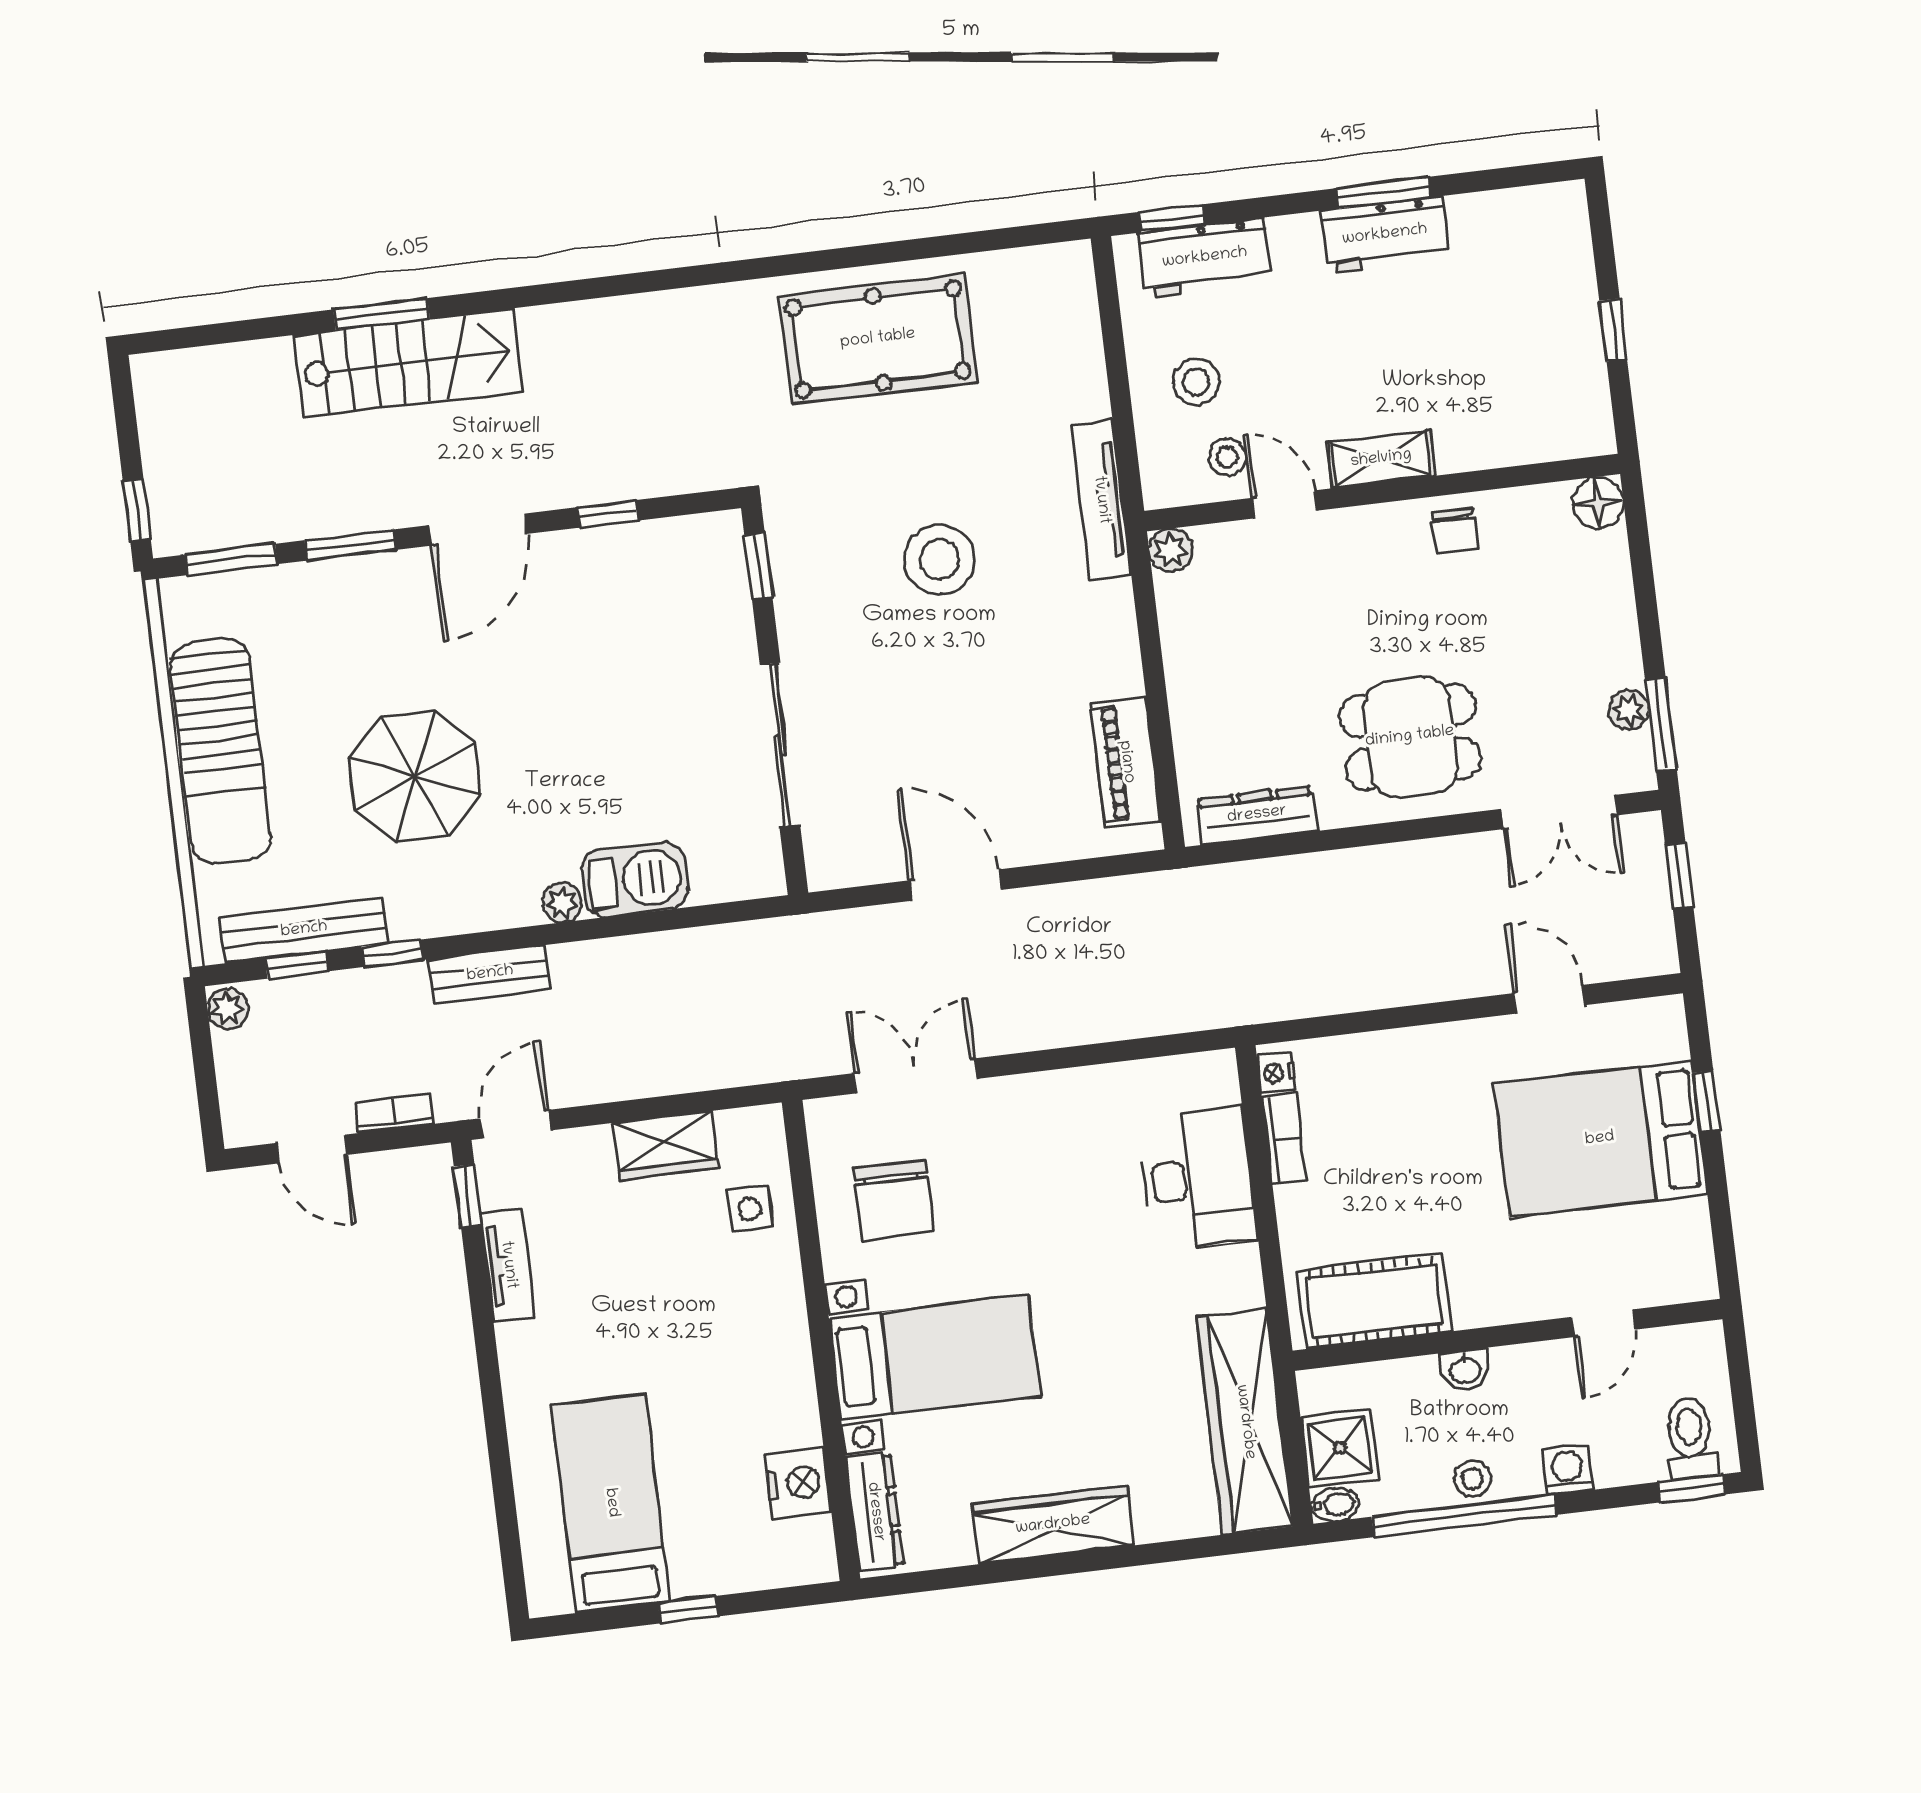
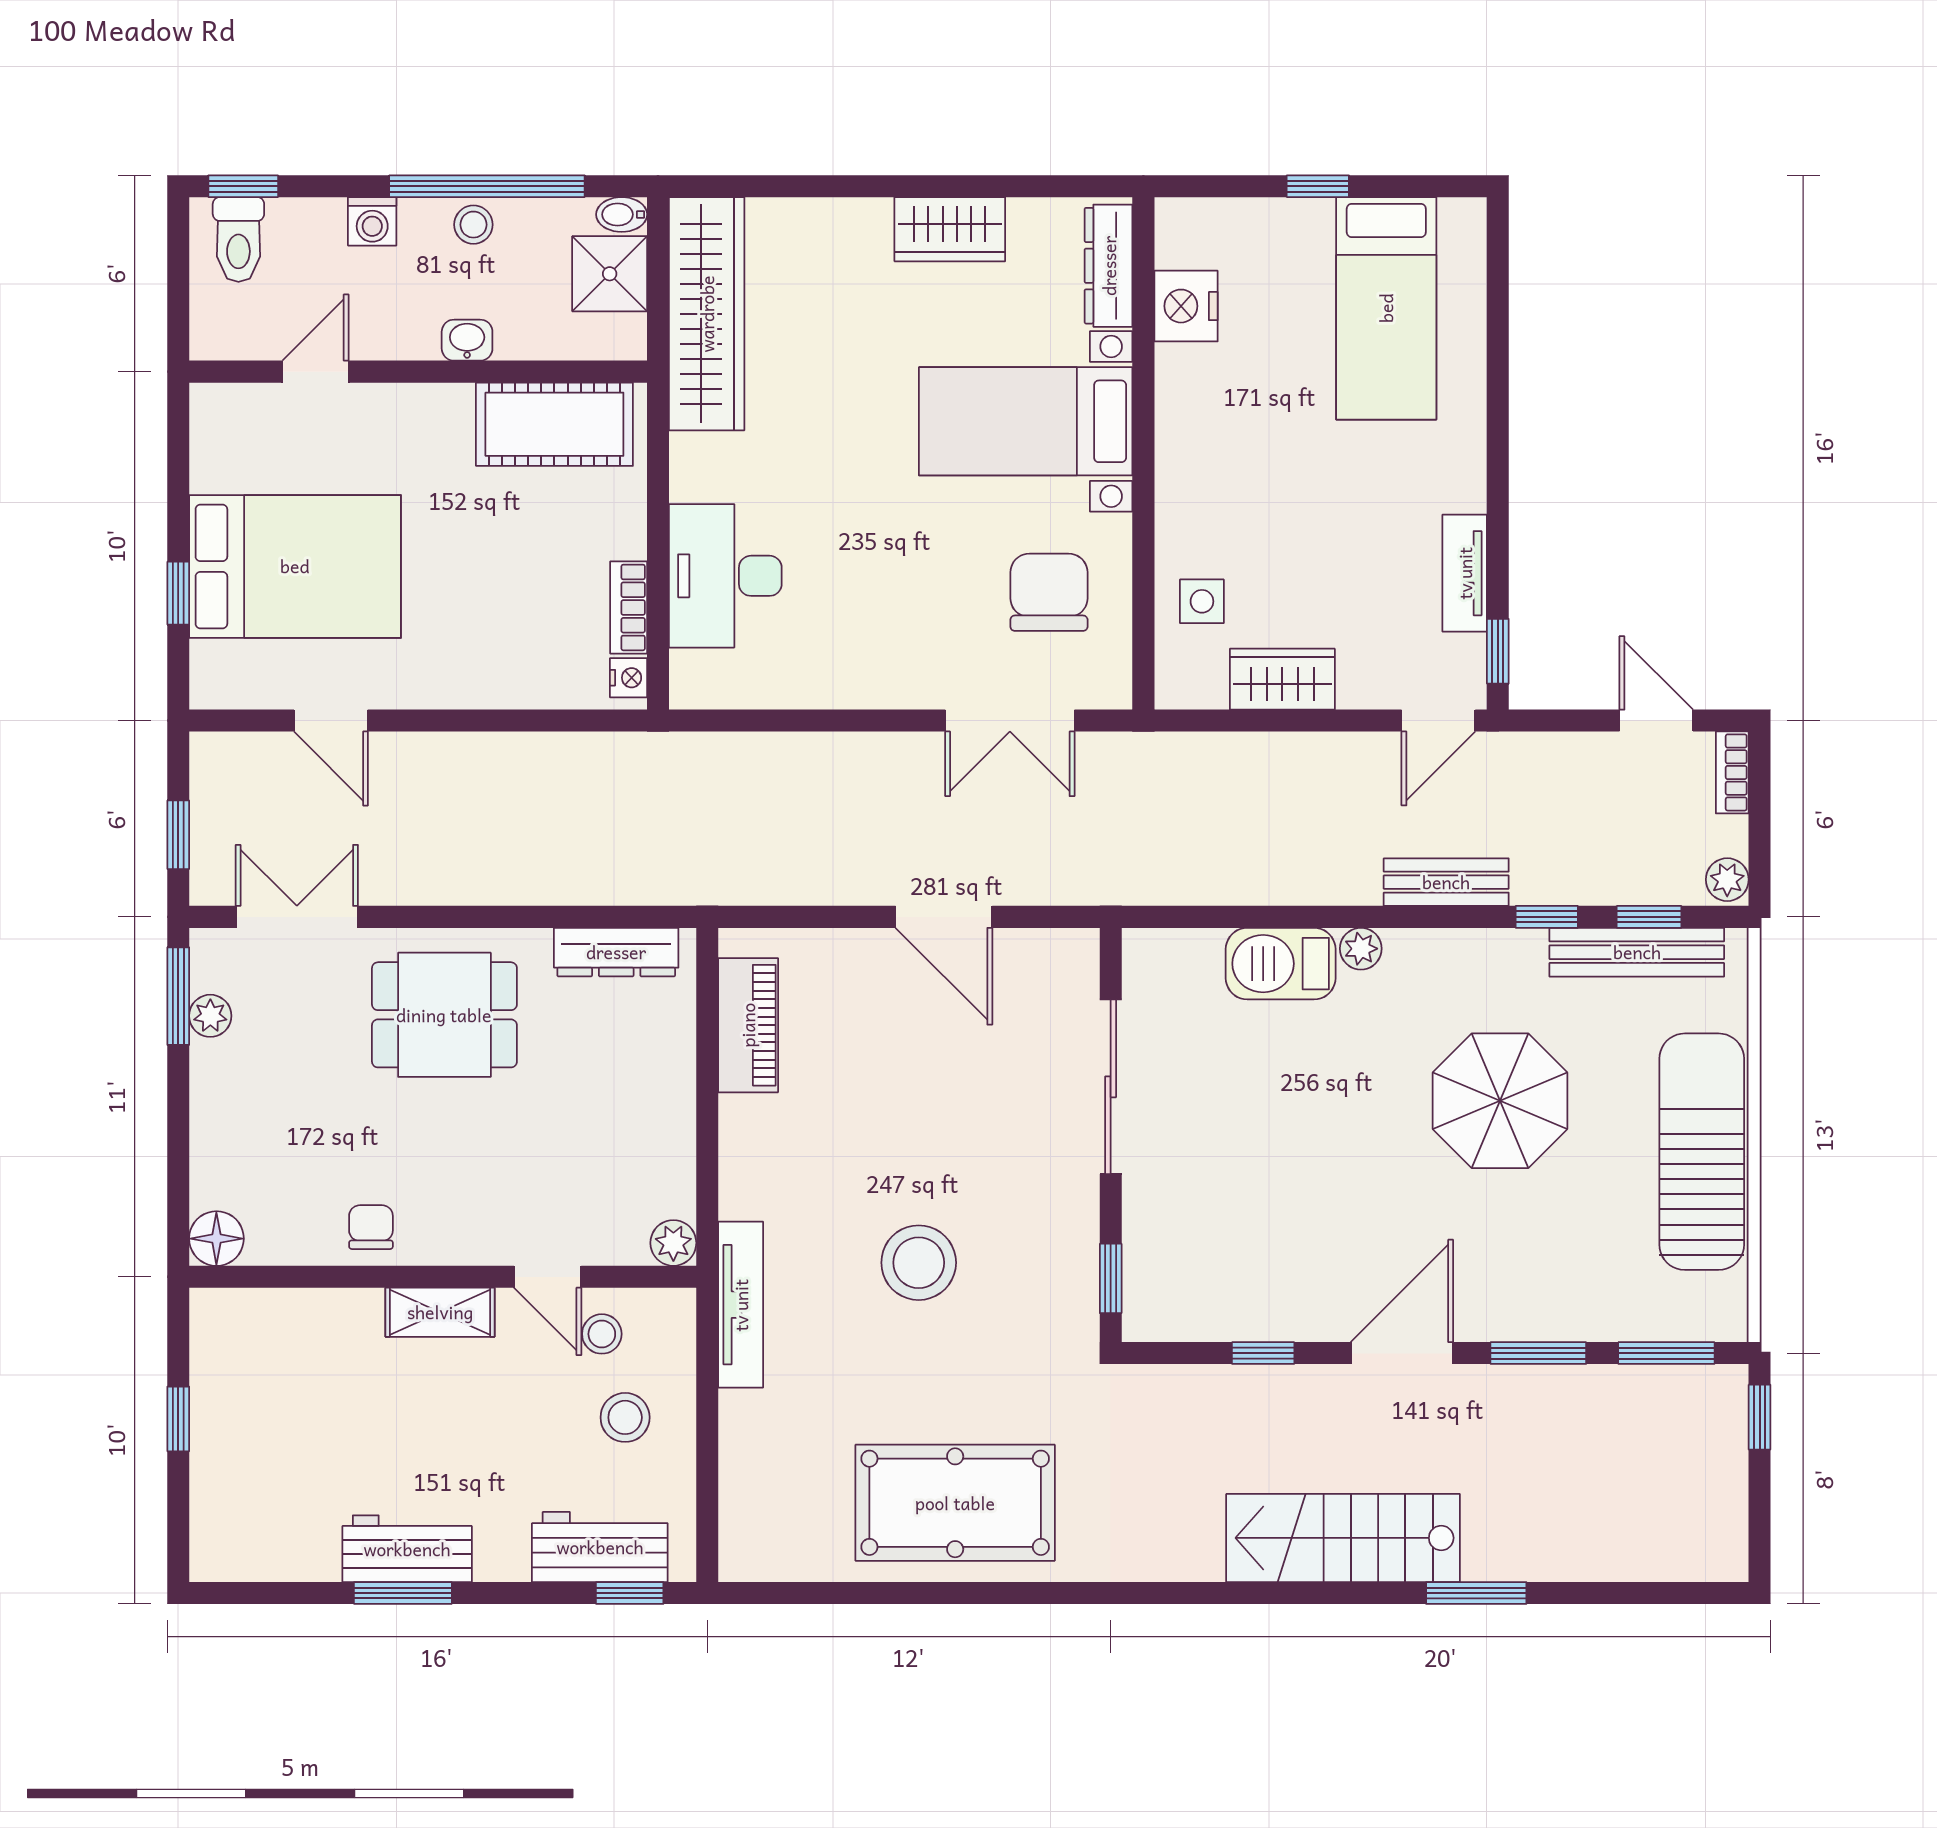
stairs: (408, 363) -> (1343, 1538), moved
bookcase: (394, 1113) -> (1732, 772), moved, turned 90
wardrobe: (1053, 1525) -> (950, 229), width x0.67

